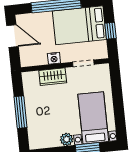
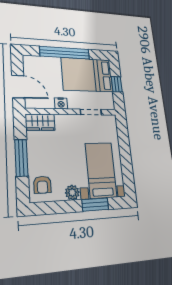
door: (12, 36) -> (18, 87), moved
wardrobe: (53, 77) -> (40, 122), moved
armchair: (40, 134) -> (42, 185), added

